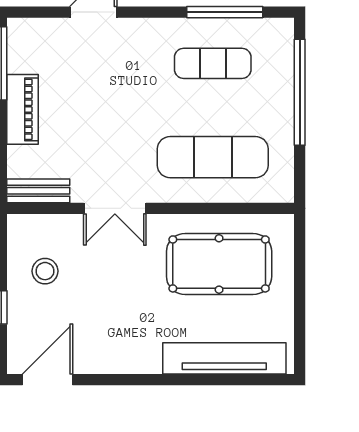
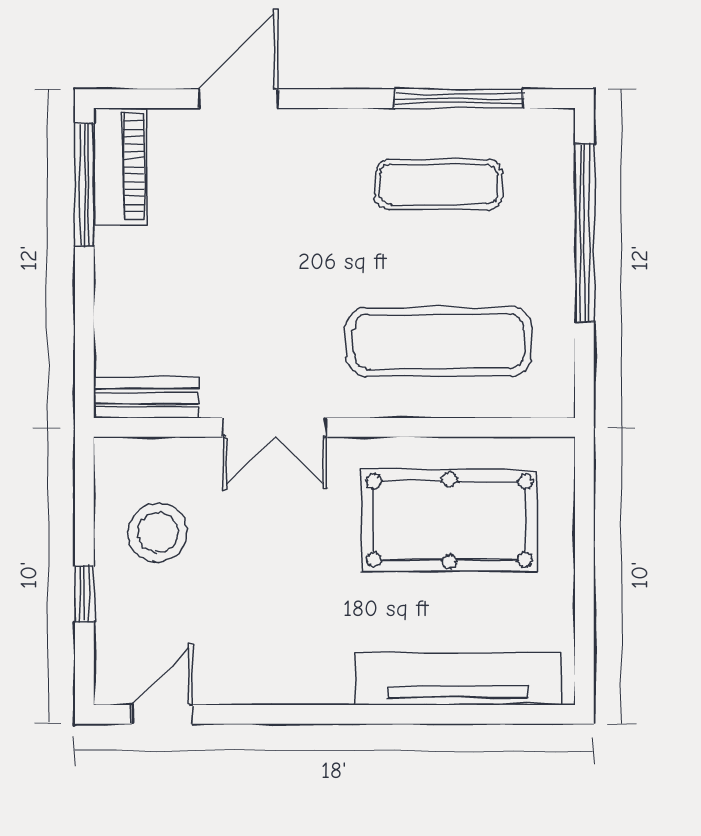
piano: (22, 109) -> (120, 167), moved
stool: (45, 271) -> (158, 532), width x1.38, depth x1.38
door: (48, 380) -> (162, 714), width x0.73

